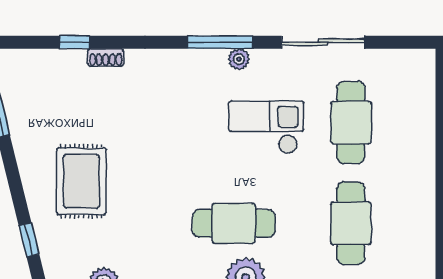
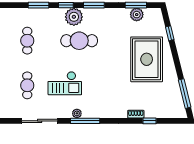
cafe table: (351, 123) -> (27, 85), width x0.73, depth x0.74
rug: (81, 181) -> (147, 59), width x1.37, depth x1.44
cafe table: (351, 223) -> (27, 41), width x0.73, depth x0.74

